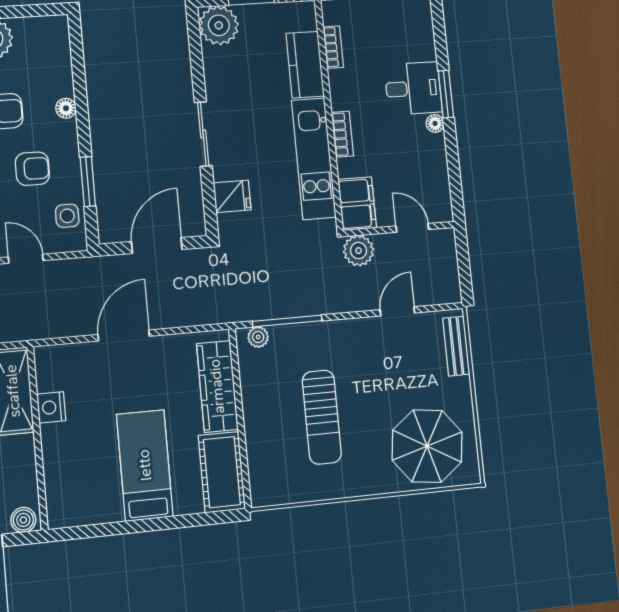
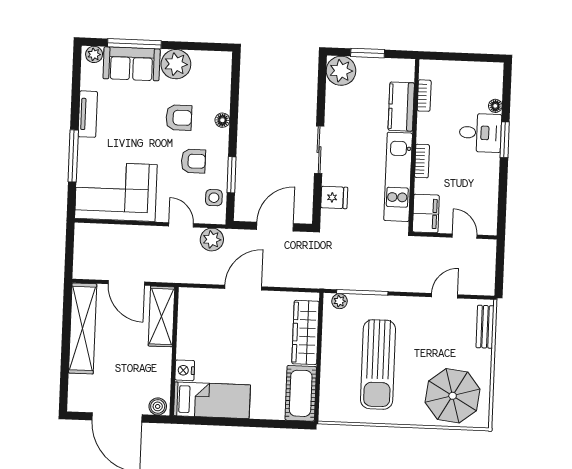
floor lamp: (435, 123) -> (495, 106), moved
plant: (359, 251) -> (212, 240), moved
nightstand: (51, 407) -> (185, 370), moved
sun lounger: (322, 417) -> (378, 364), width x1.36, depth x1.34
bed: (145, 465) -> (212, 400), moved, turned 90

